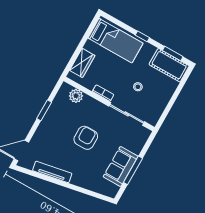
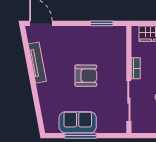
plant: (76, 96) -> (119, 45), removed
window: (44, 110) -> (102, 23), moved

